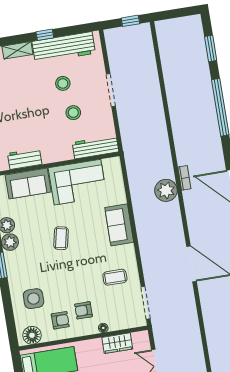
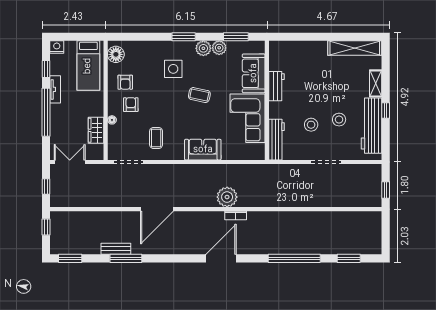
workbench: (25, 159) -> (277, 86), moved
side table: (34, 299) -> (173, 69), moved

